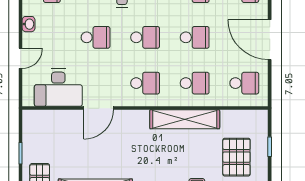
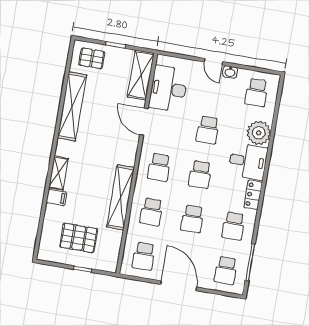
door: (270, 40) -> (179, 286), hinge flipped
door: (21, 58) -> (213, 62), moved
shelving: (48, 120) -> (141, 75), added

